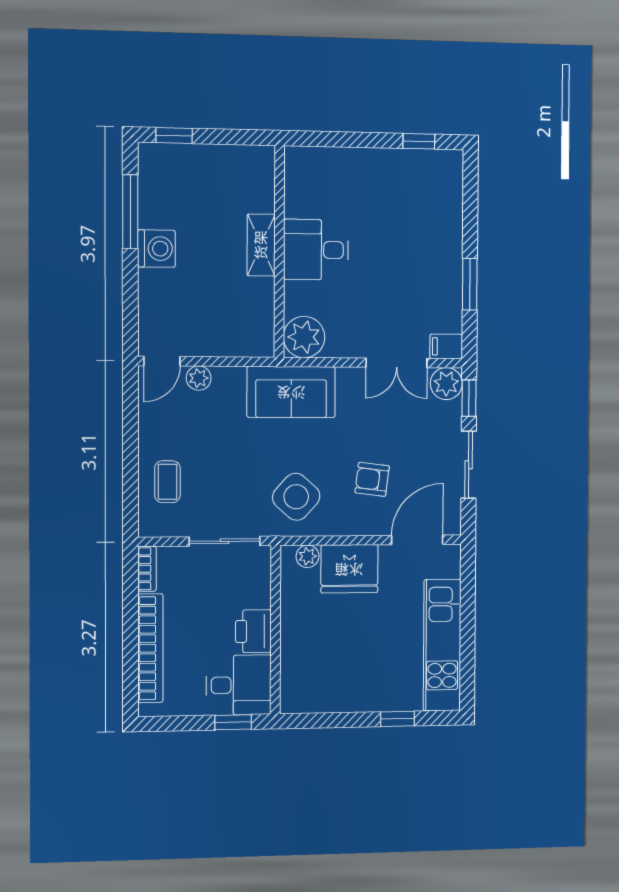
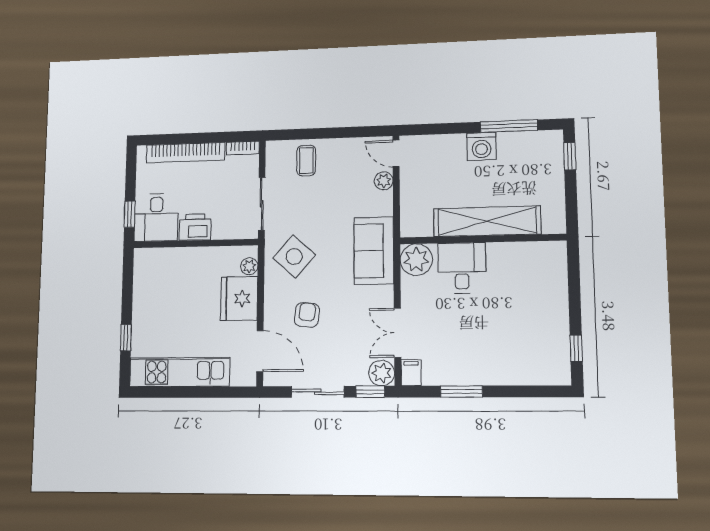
shelving: (261, 245) -> (487, 221), width x2.20, depth x1.33
desk: (316, 250) -> (462, 268), moved
coffee table: (167, 482) -> (306, 161), turned 90

